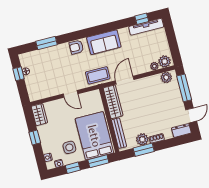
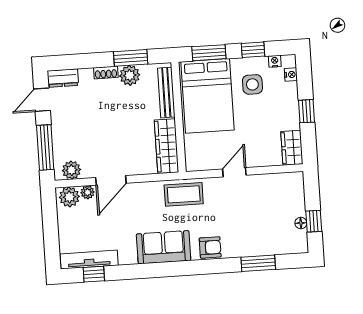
door: (125, 80) -> (111, 180), moved
door: (70, 94) -> (234, 172), hinge flipped

